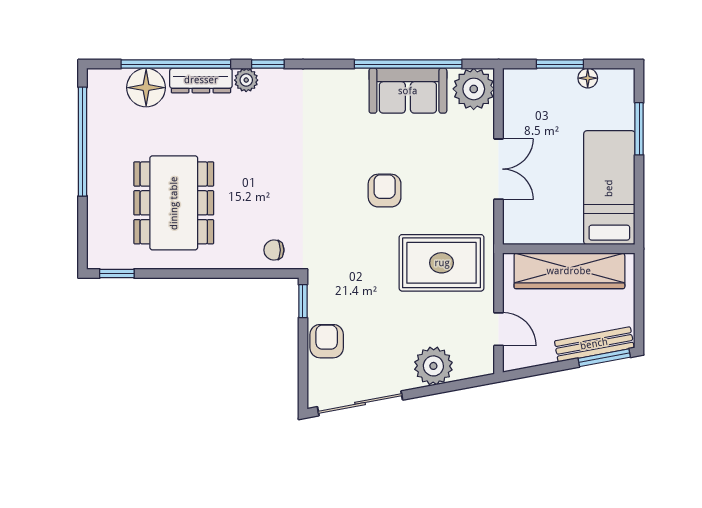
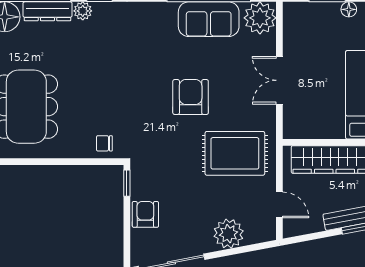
double door: (499, 169) -> (279, 80), swing flipped
armchair: (385, 191) -> (191, 97), width x1.38, depth x1.38

